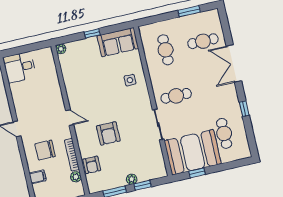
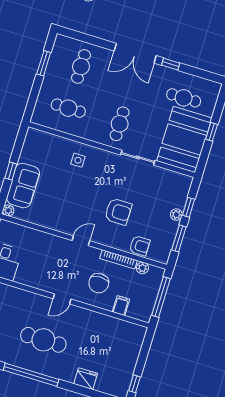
sofa: (118, 42) -> (23, 186), moved
double door: (234, 63) -> (135, 53), moved
window: (197, 173) -> (212, 132), moved

